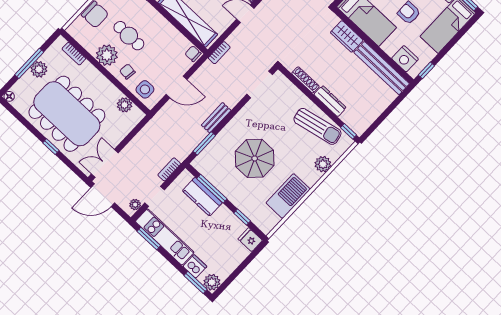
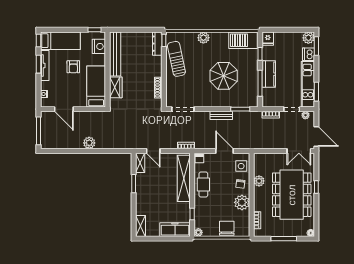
cafe table: (129, 36) -> (203, 185), moved
plant: (39, 69) -> (282, 231), removed
dresser: (330, 101) -> (157, 44), moved
plant: (124, 105) -> (259, 181), moved
plant: (323, 164) -> (203, 38), moved
barbecue: (288, 196) -> (243, 40), moved
kitchen counter: (202, 197) -> (269, 74), moved

